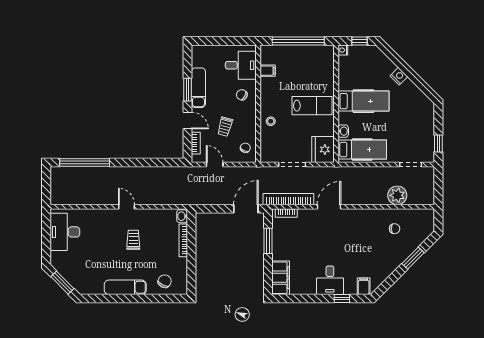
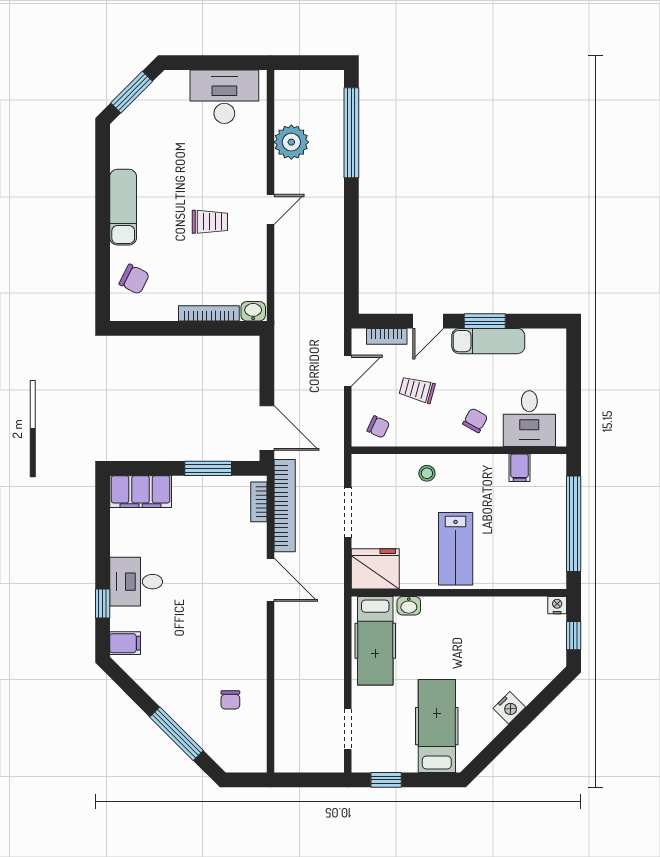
hospital bed: (363, 101) -> (437, 726), moved, turned 180
plant: (397, 195) -> (291, 142), moved
window: (413, 258) -> (177, 734), width x1.44

